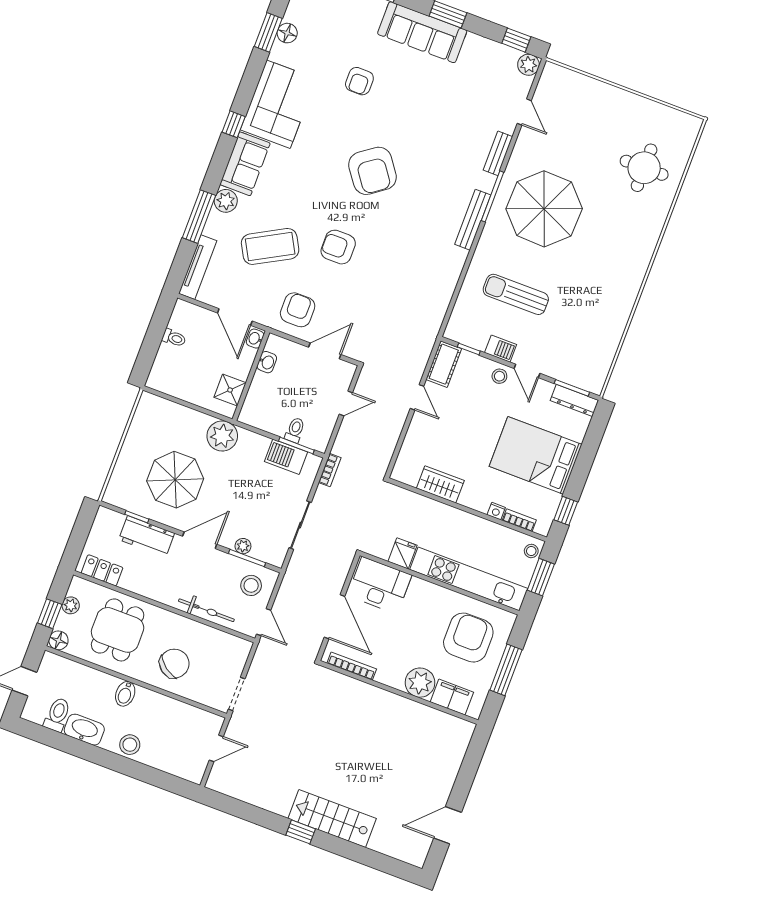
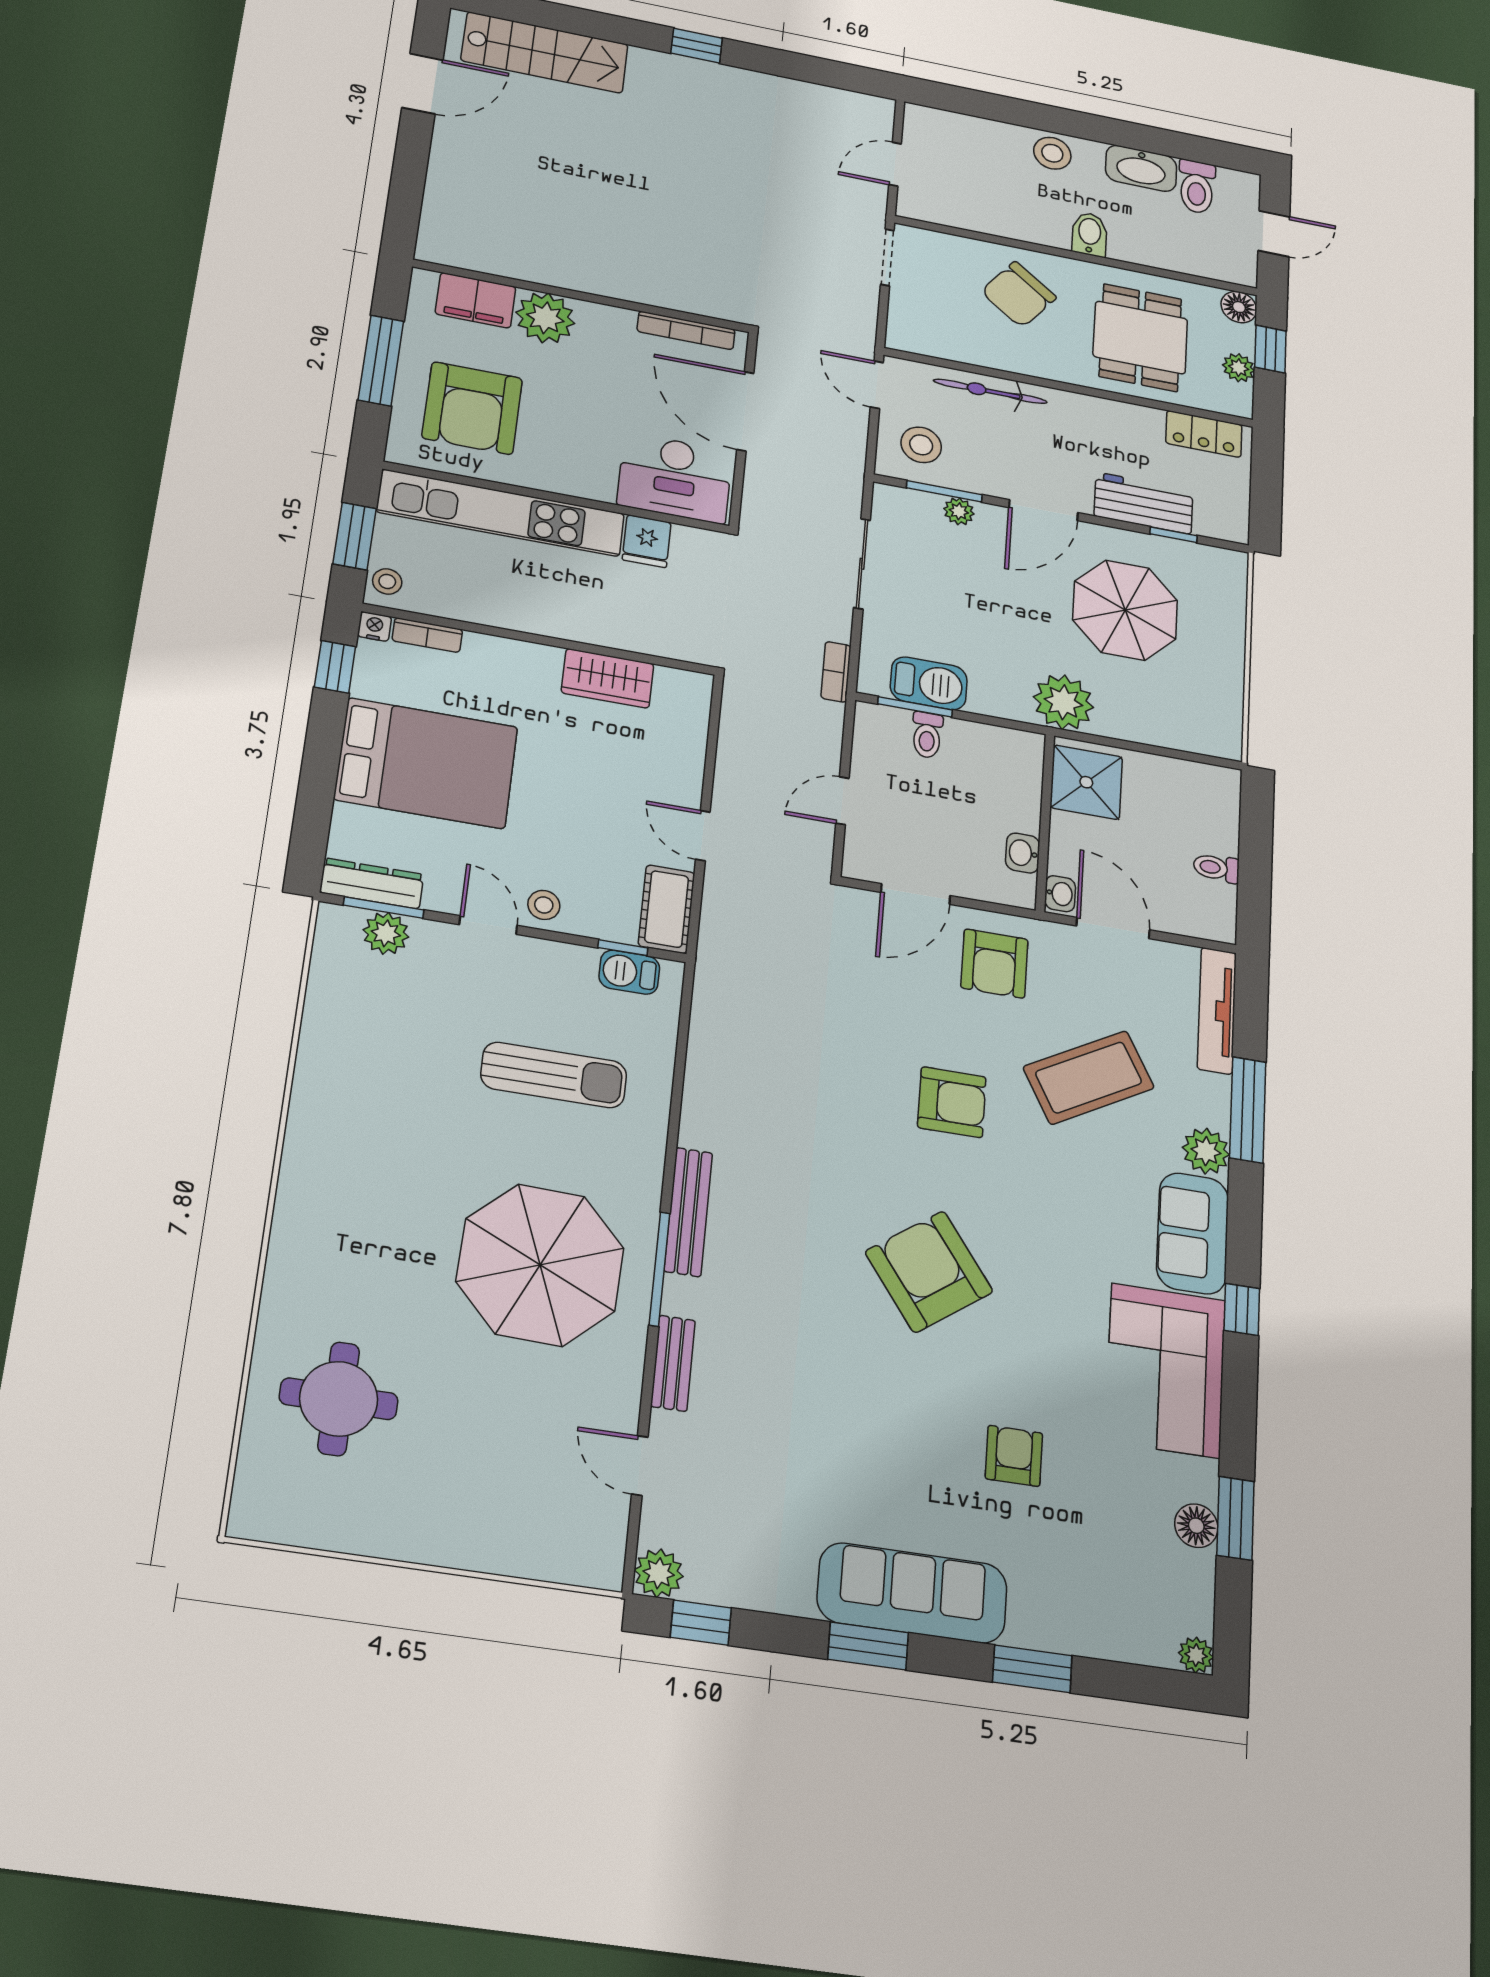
barbecue: (501, 349) -> (629, 972), moved
plant: (574, 375) -> (386, 933), added
shower: (230, 390) -> (1086, 782), width x1.36, depth x1.36
nightstand: (496, 511) -> (374, 626), moved
stairs: (332, 818) -> (545, 53), moved

